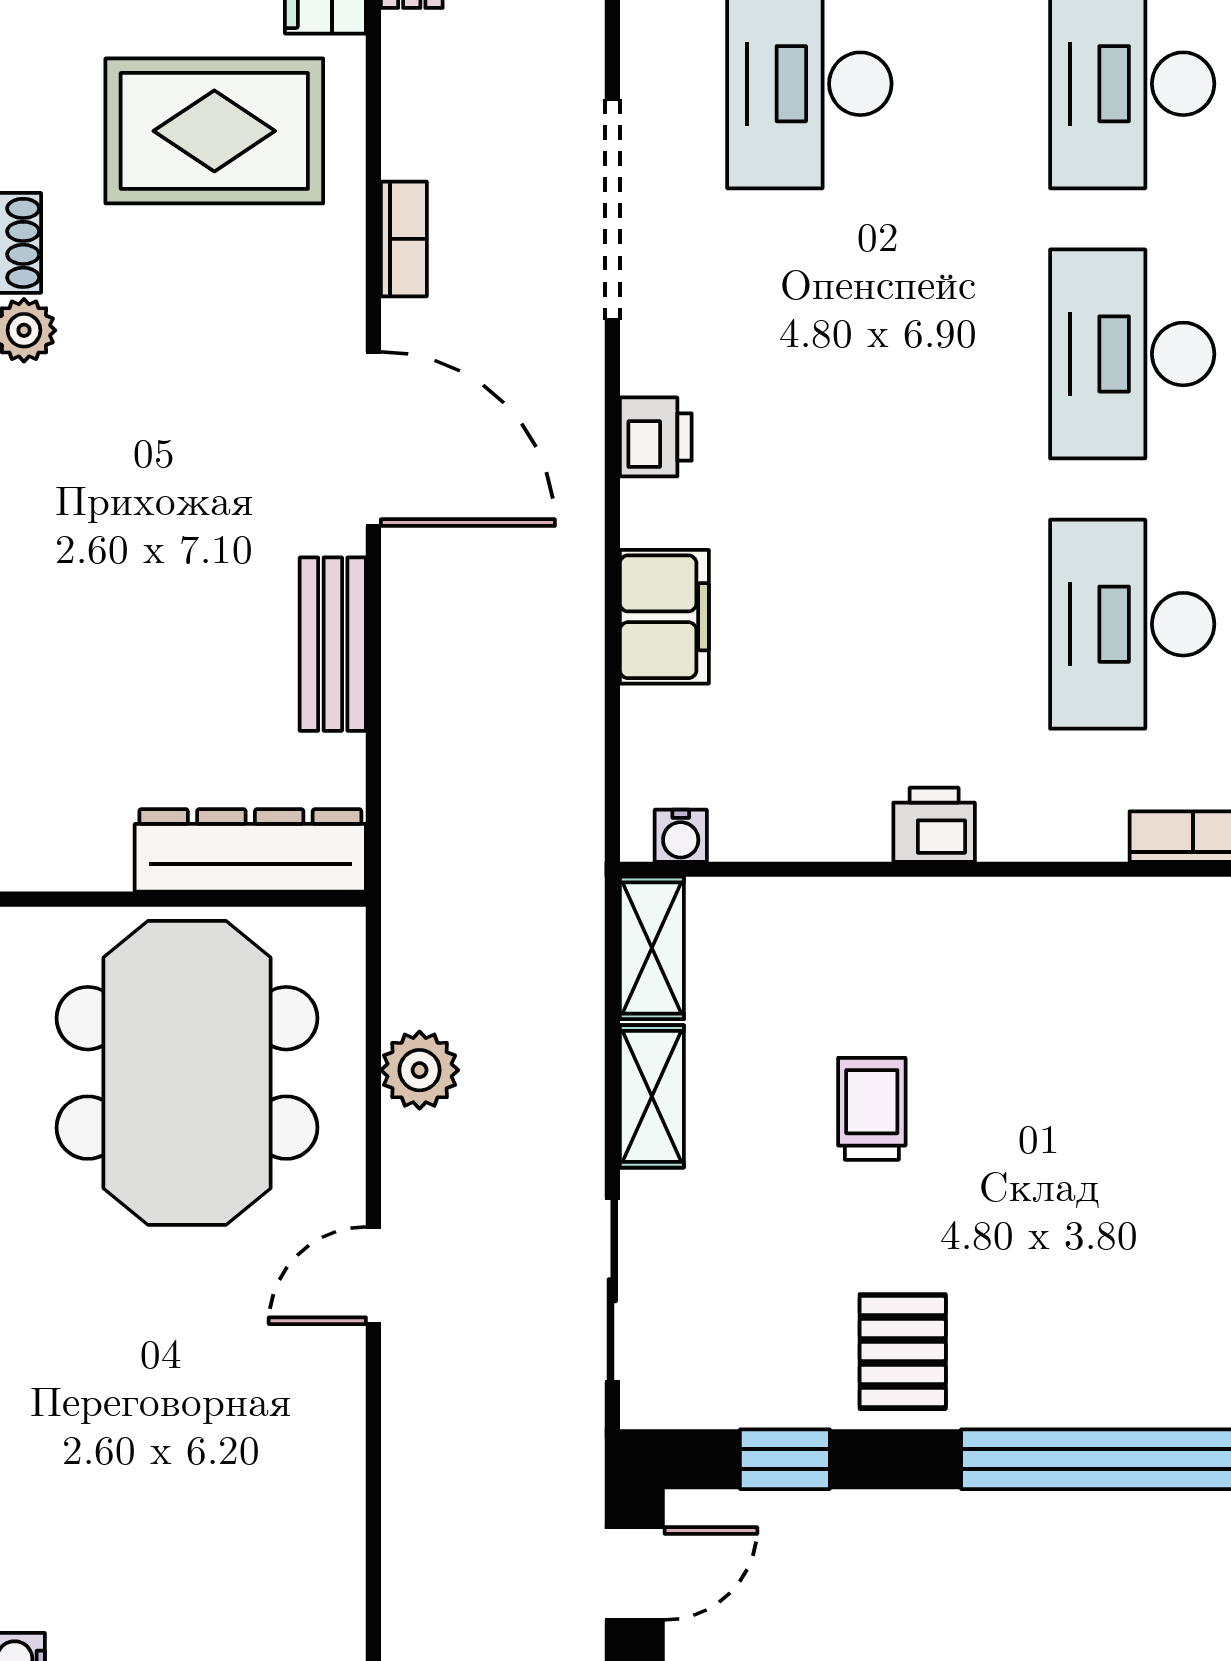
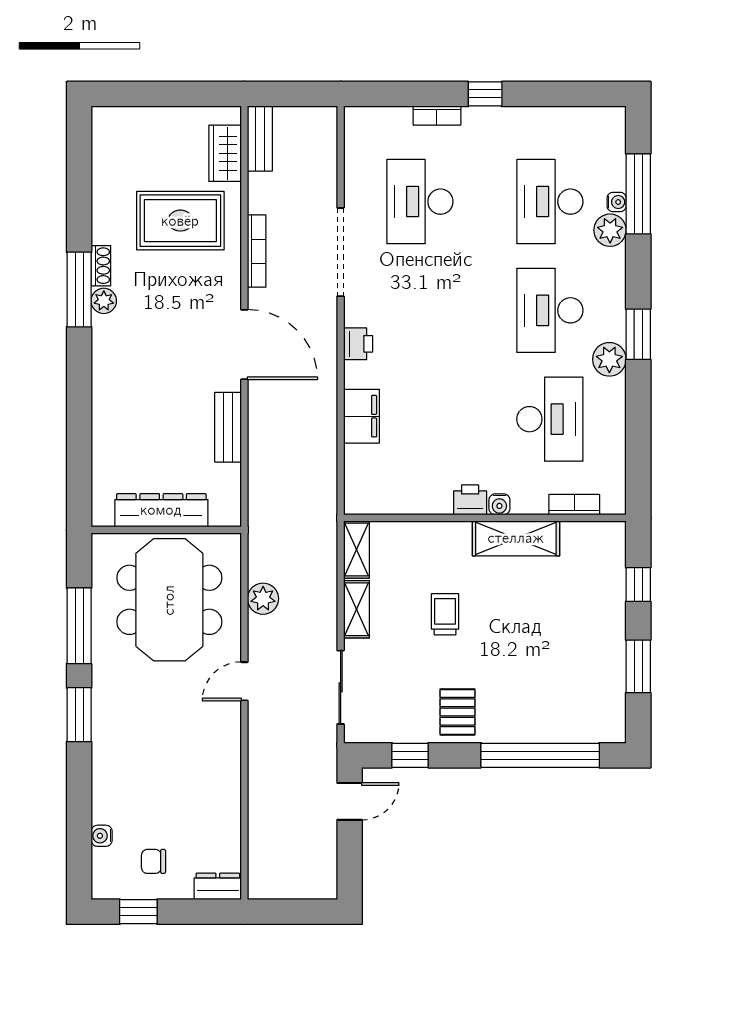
bookcase: (404, 239) -> (257, 251), width x1.56
desk: (1132, 624) -> (550, 419), turned 180
water cooler: (681, 836) -> (499, 504), moved
dresser: (250, 850) -> (161, 510), moved
shelving: (1048, 920) -> (516, 538), added

